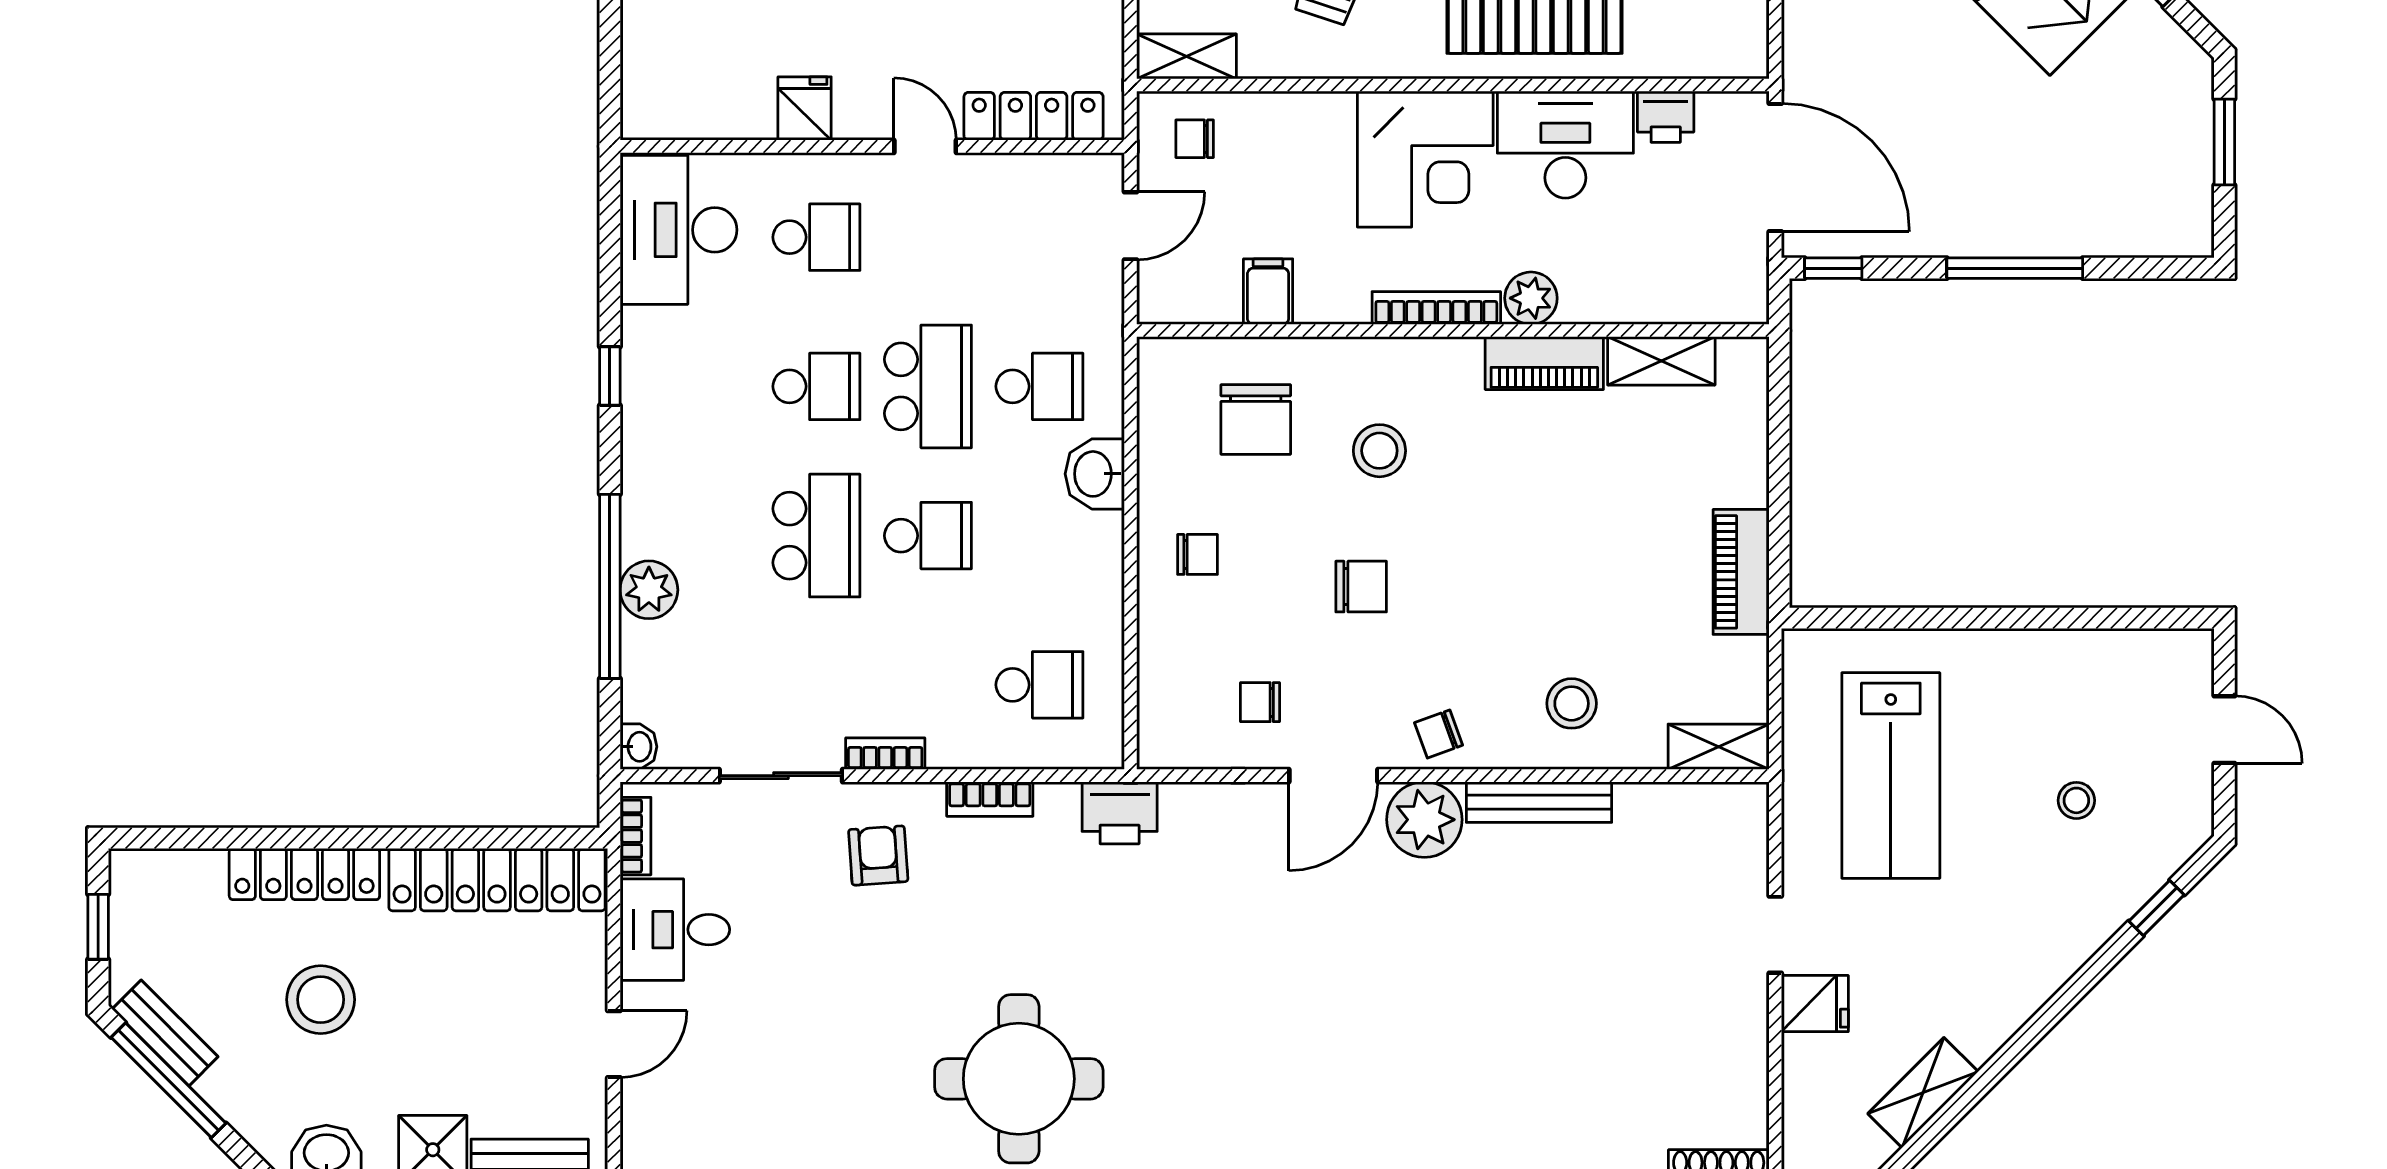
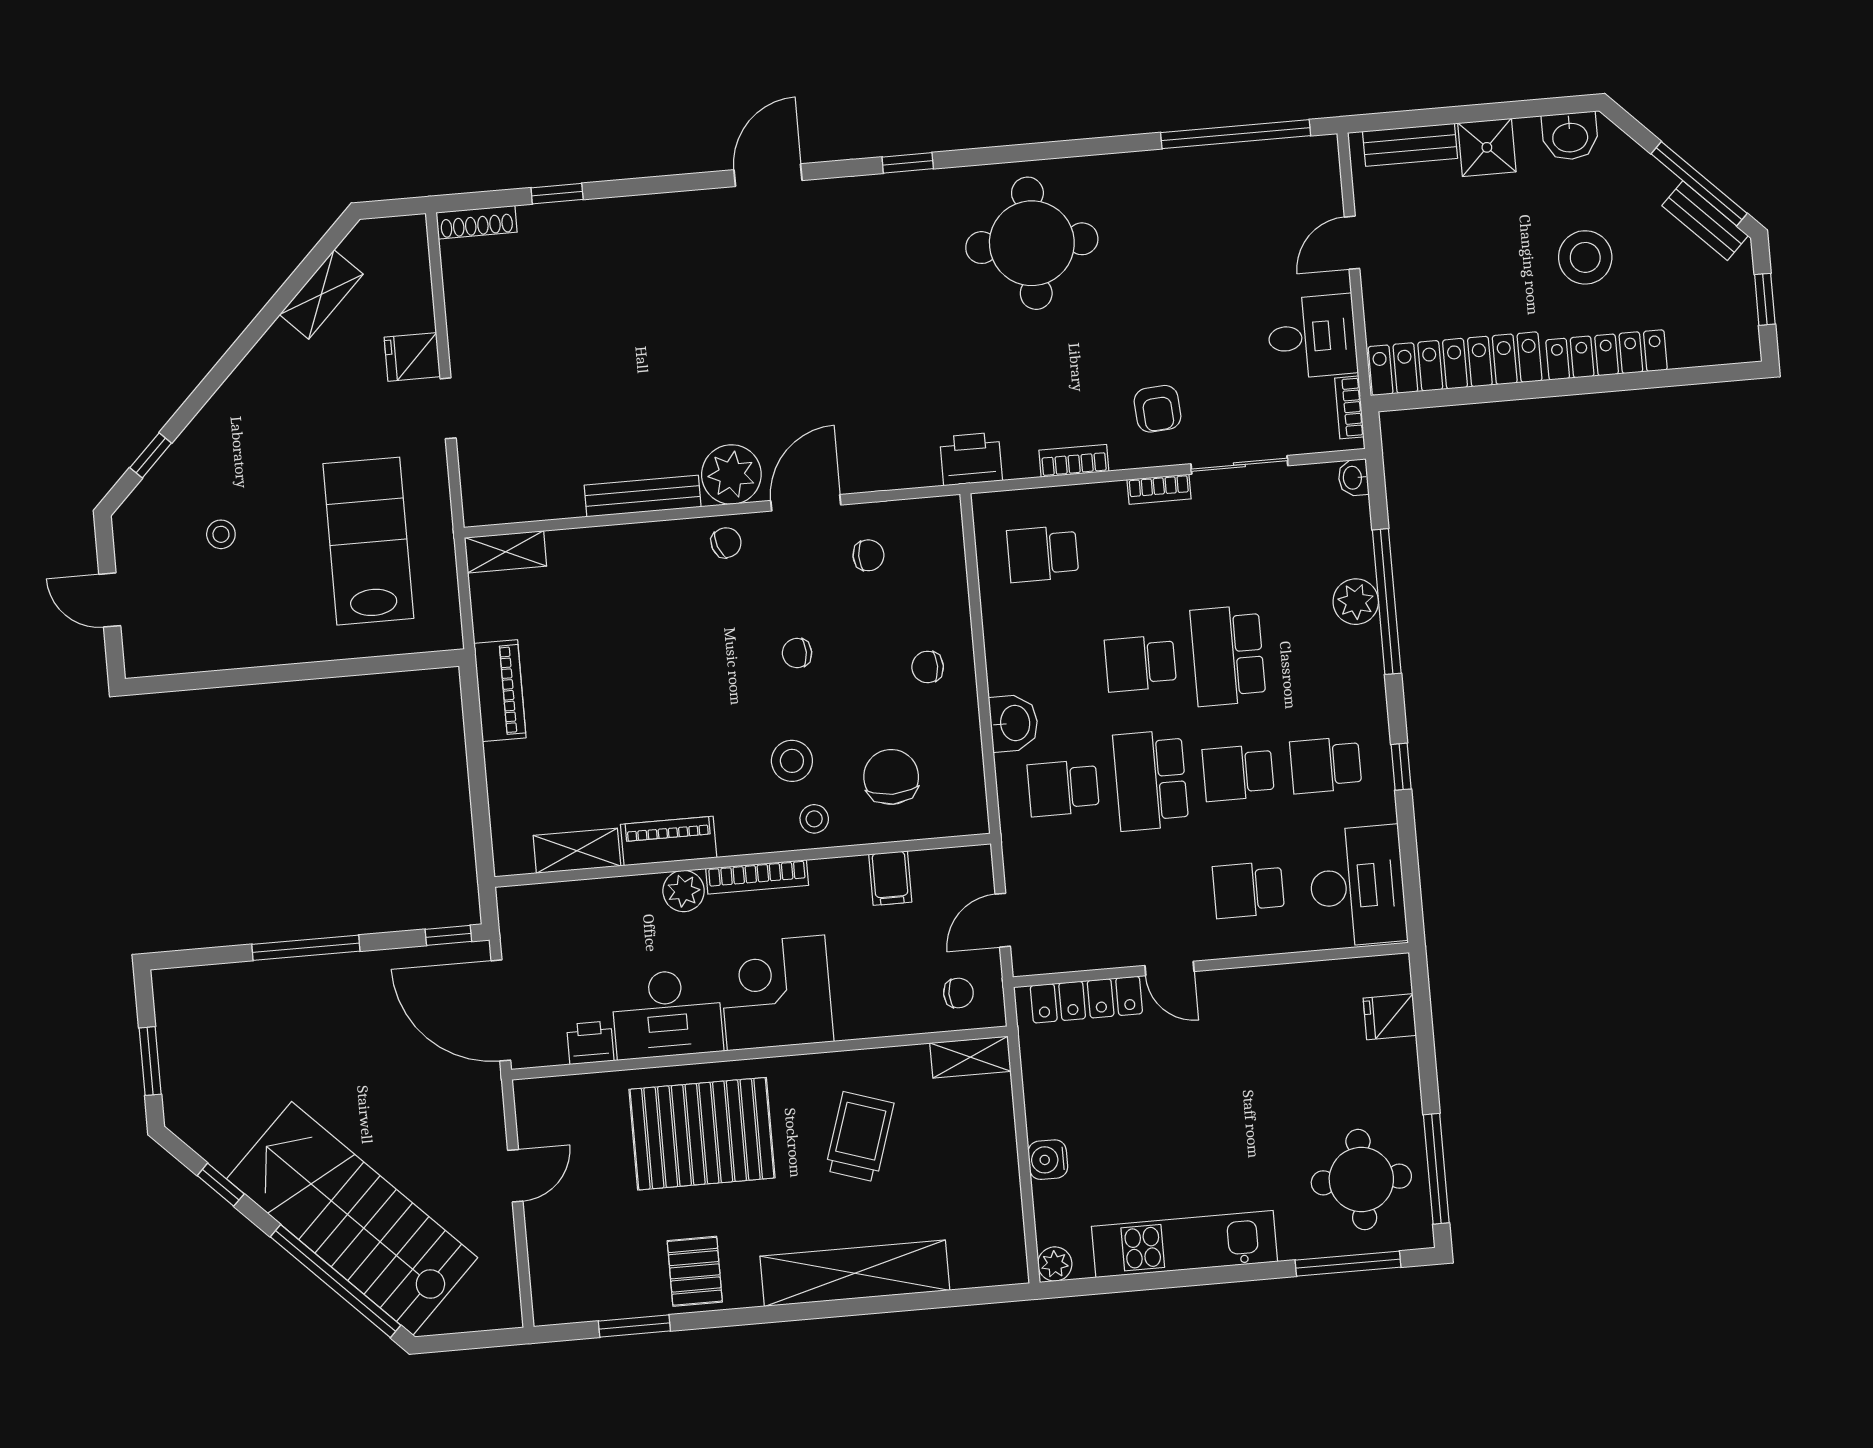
fridge: (805, 109) -> (1390, 1017), moved, turned 90
school desk: (705, 386) -> (1326, 765), added
chair: (1361, 587) -> (797, 653), width x0.73, depth x0.73
stool: (1572, 703) -> (814, 819), moved, width x0.73, depth x0.73

